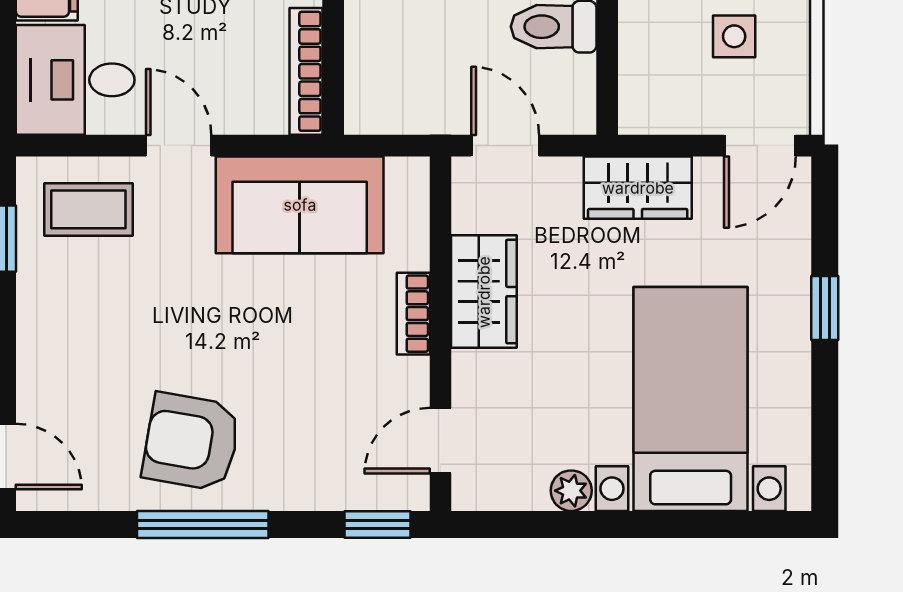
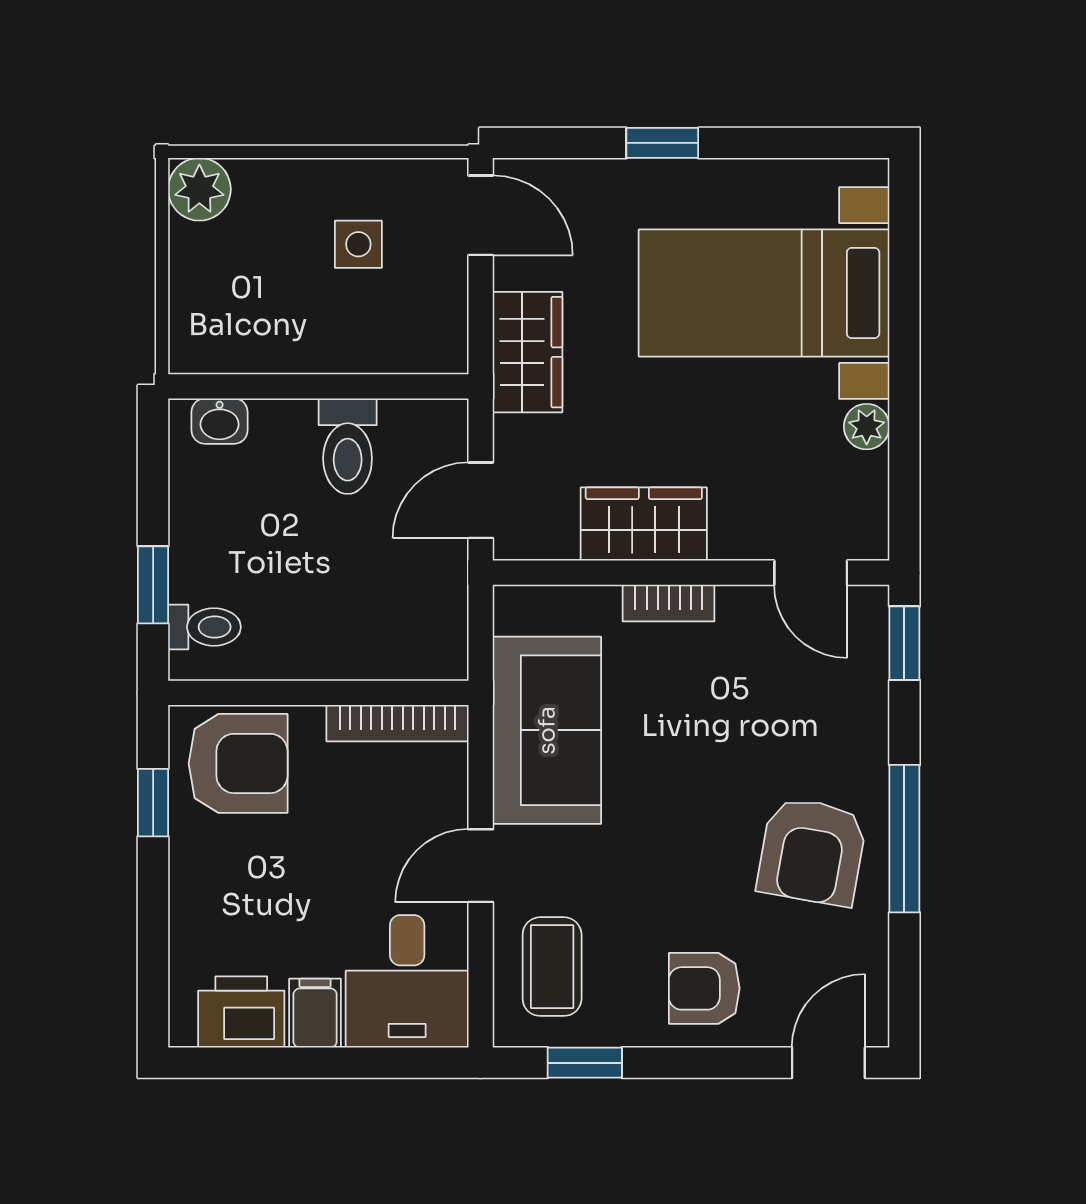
armchair: (69, 346) -> (704, 988), added

